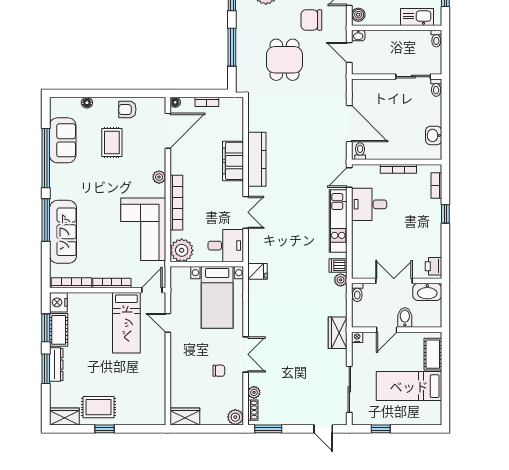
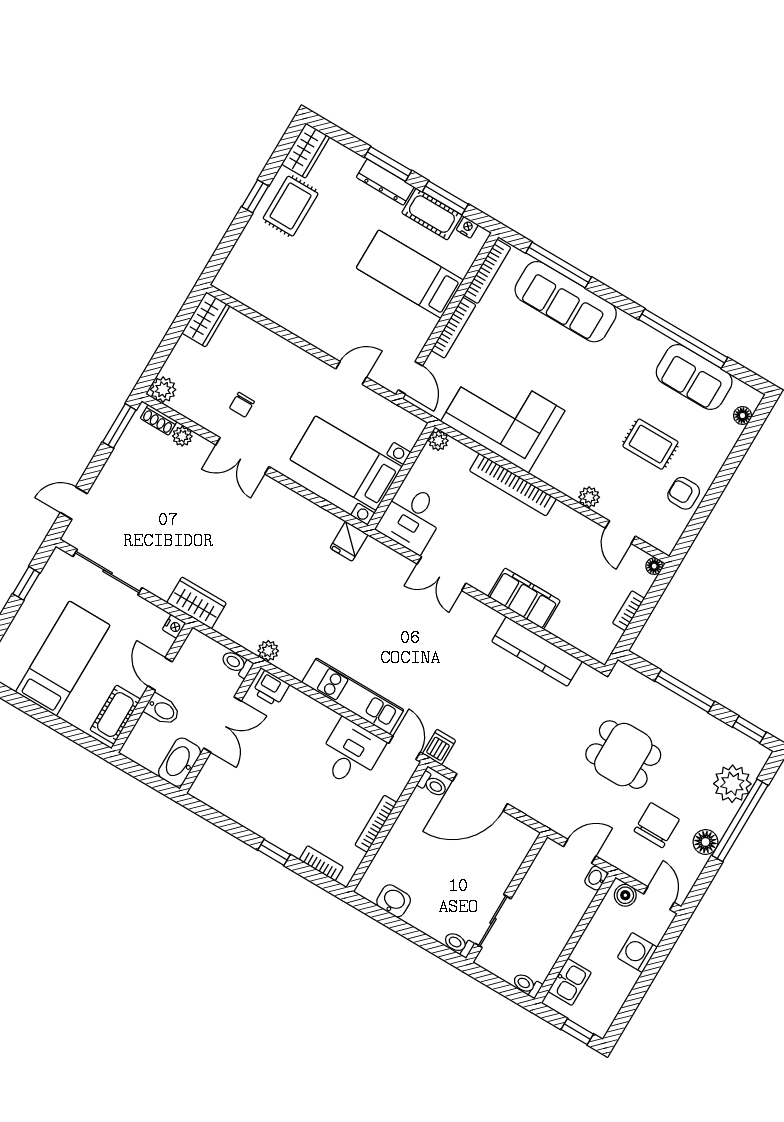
kitchen sink: (417, 17) -> (570, 982), width x0.73
floor lamp: (87, 103) -> (743, 416), moved
armchair: (127, 109) -> (684, 493), turned -90
door: (168, 131) -> (620, 532), width x0.53
kitchen counter: (257, 159) -> (537, 651), moved
plant: (159, 177) -> (589, 497), moved
window: (46, 220) -> (559, 265), moved
plant: (182, 250) -> (438, 441), width x0.53, depth x0.53
dishwasher: (338, 265) -> (439, 747), moved
printer: (433, 266) -> (271, 688), moved, turned 180
nightstand: (58, 302) -> (467, 227), width x0.53, depth x0.56
bed: (126, 323) -> (410, 274), moved
cot: (433, 354) -> (115, 715), moved, turned 90

